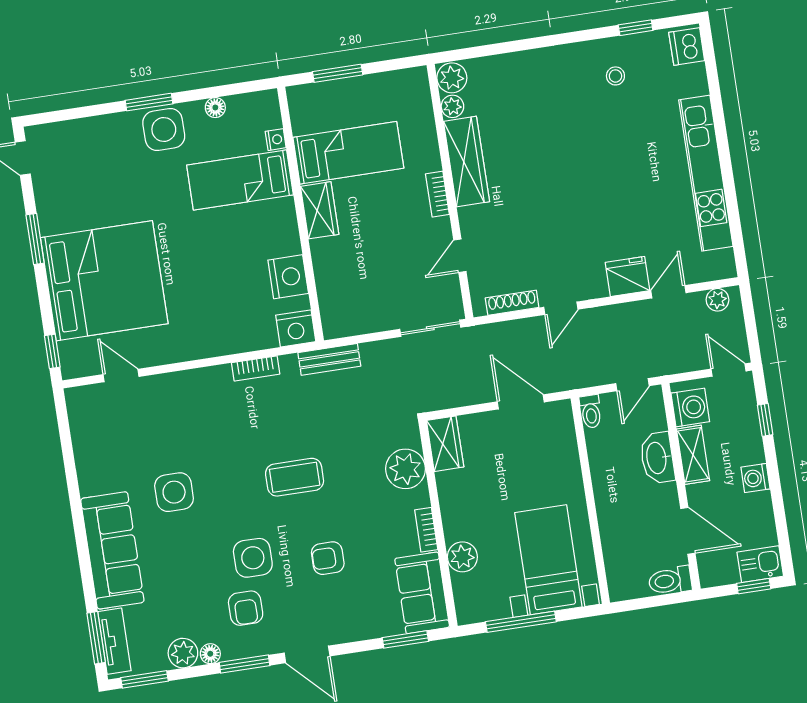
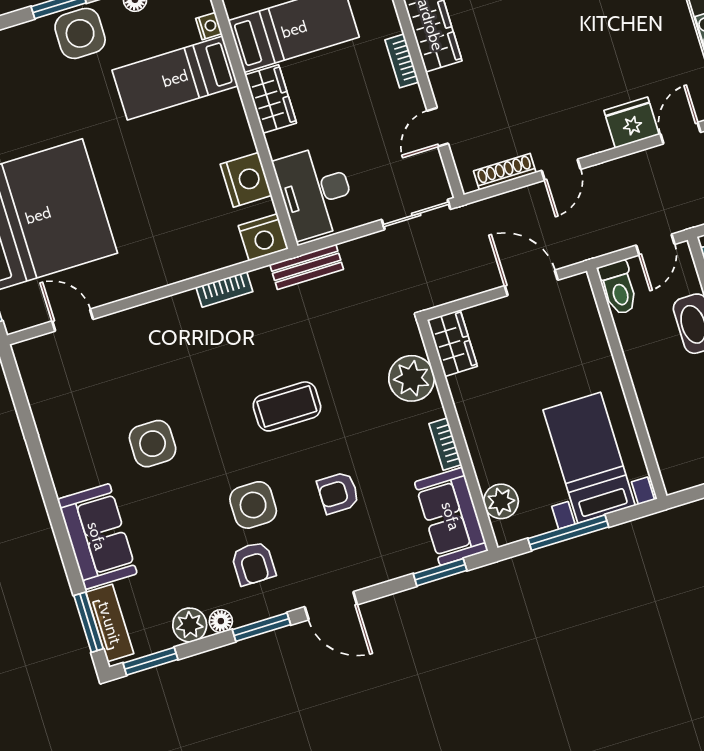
desk: (346, 296) -> (315, 192), added
toilet: (591, 411) -> (618, 288), width x1.37, depth x1.39
sofa: (112, 550) -> (97, 536), width x0.73
plant: (462, 557) -> (501, 501), moved

